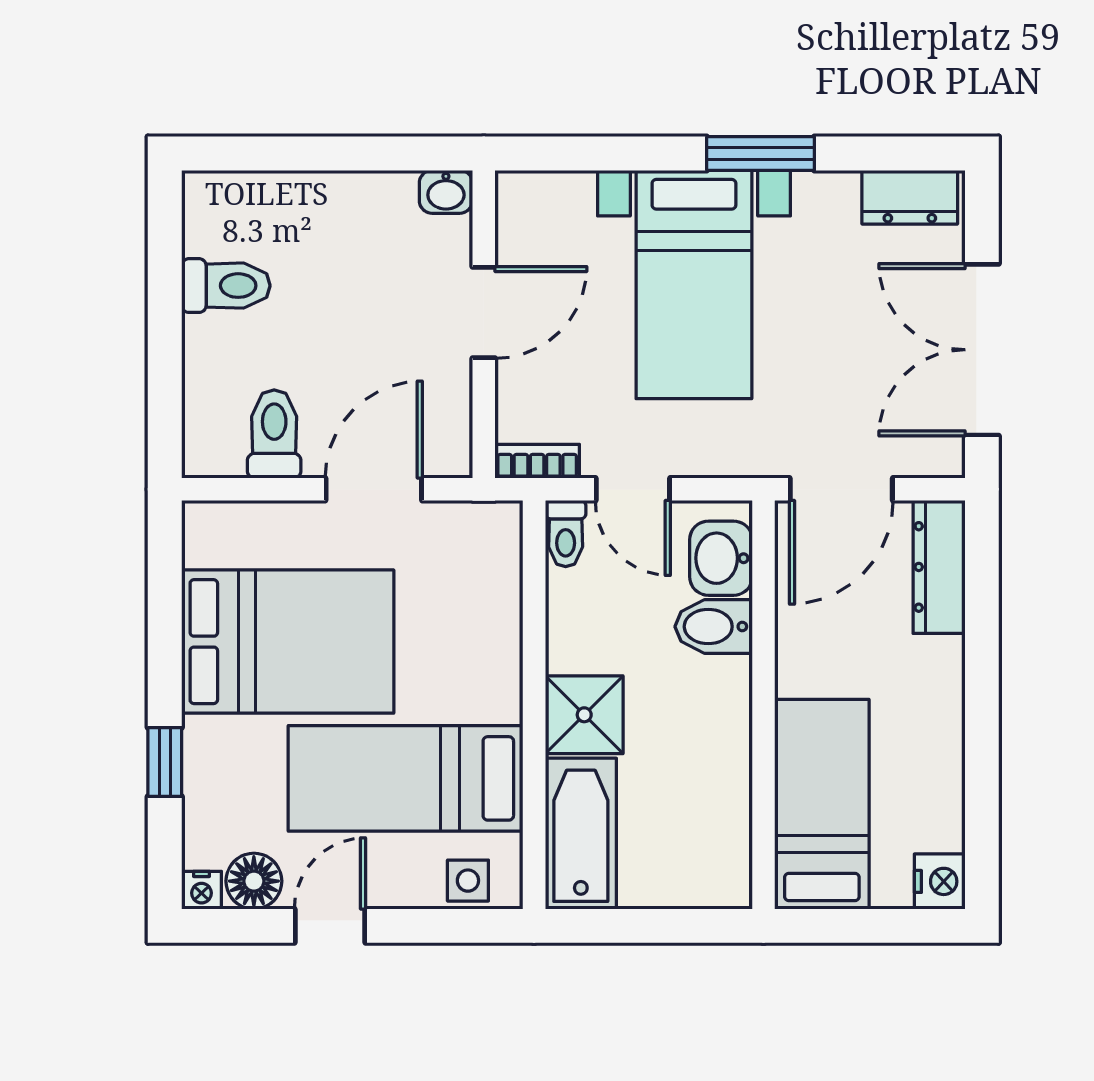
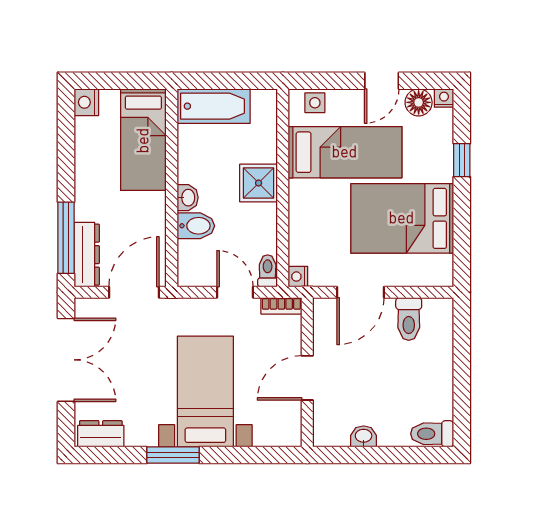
washbasin: (446, 192) -> (364, 436), moved
toilet: (226, 286) -> (432, 434), moved
nightstand: (503, 522) -> (298, 277), added
washbasin: (721, 558) -> (188, 198), moved, width x0.72, depth x0.69
window: (982, 602) -> (66, 238), added
bathtub: (581, 834) -> (214, 106), moved, turned -90

